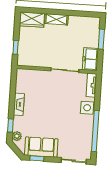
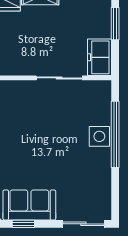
tv unit: (91, 85) -> (104, 99), removed
window: (95, 131) -> (115, 134), moved

